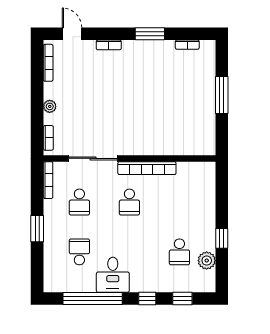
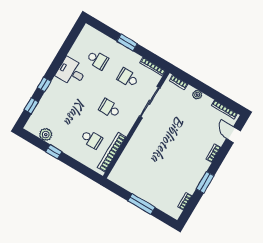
door: (72, 34) -> (233, 135), swing flipped
bookcase: (147, 168) -> (112, 152), moved
school desk: (179, 252) -> (91, 139), moved, turned 180
window: (93, 299) -> (64, 51), removed

